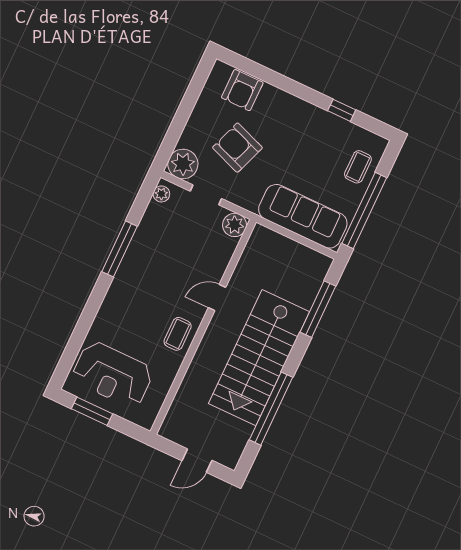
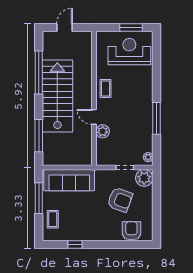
window: (364, 211) -> (39, 198), width x0.68
plant: (235, 225) -> (103, 131), moved
door: (217, 298) -> (94, 117), swing flipped

